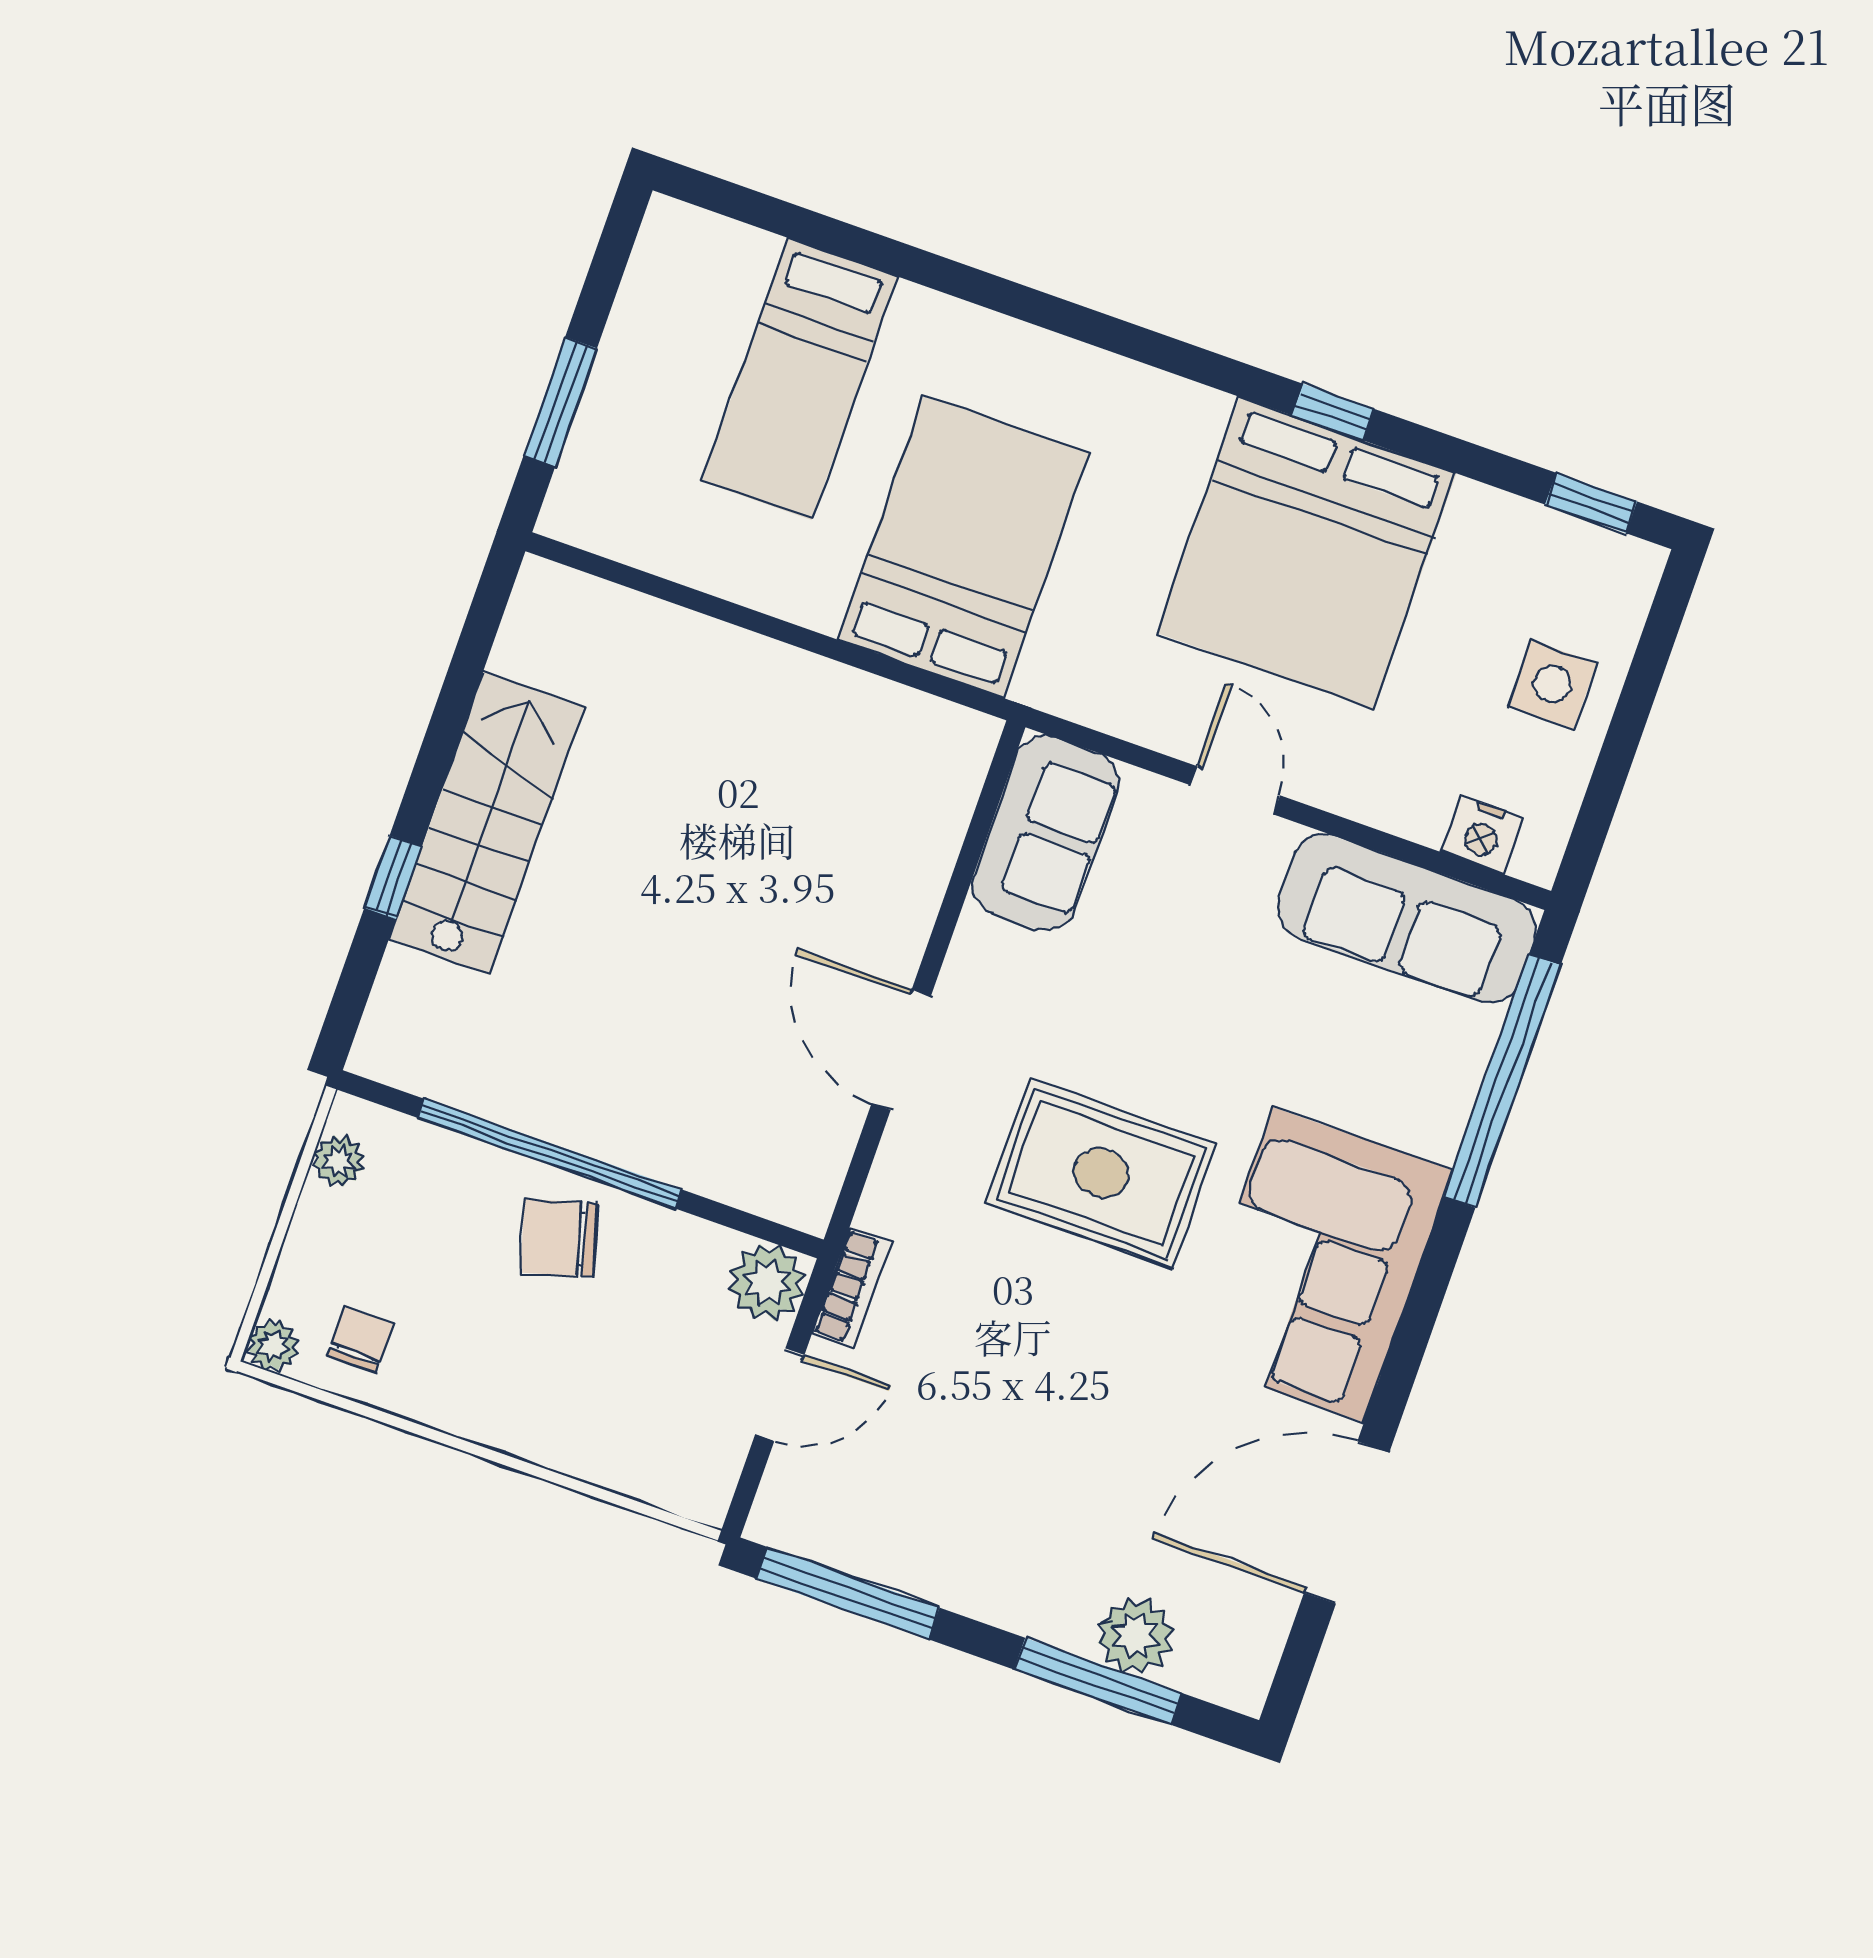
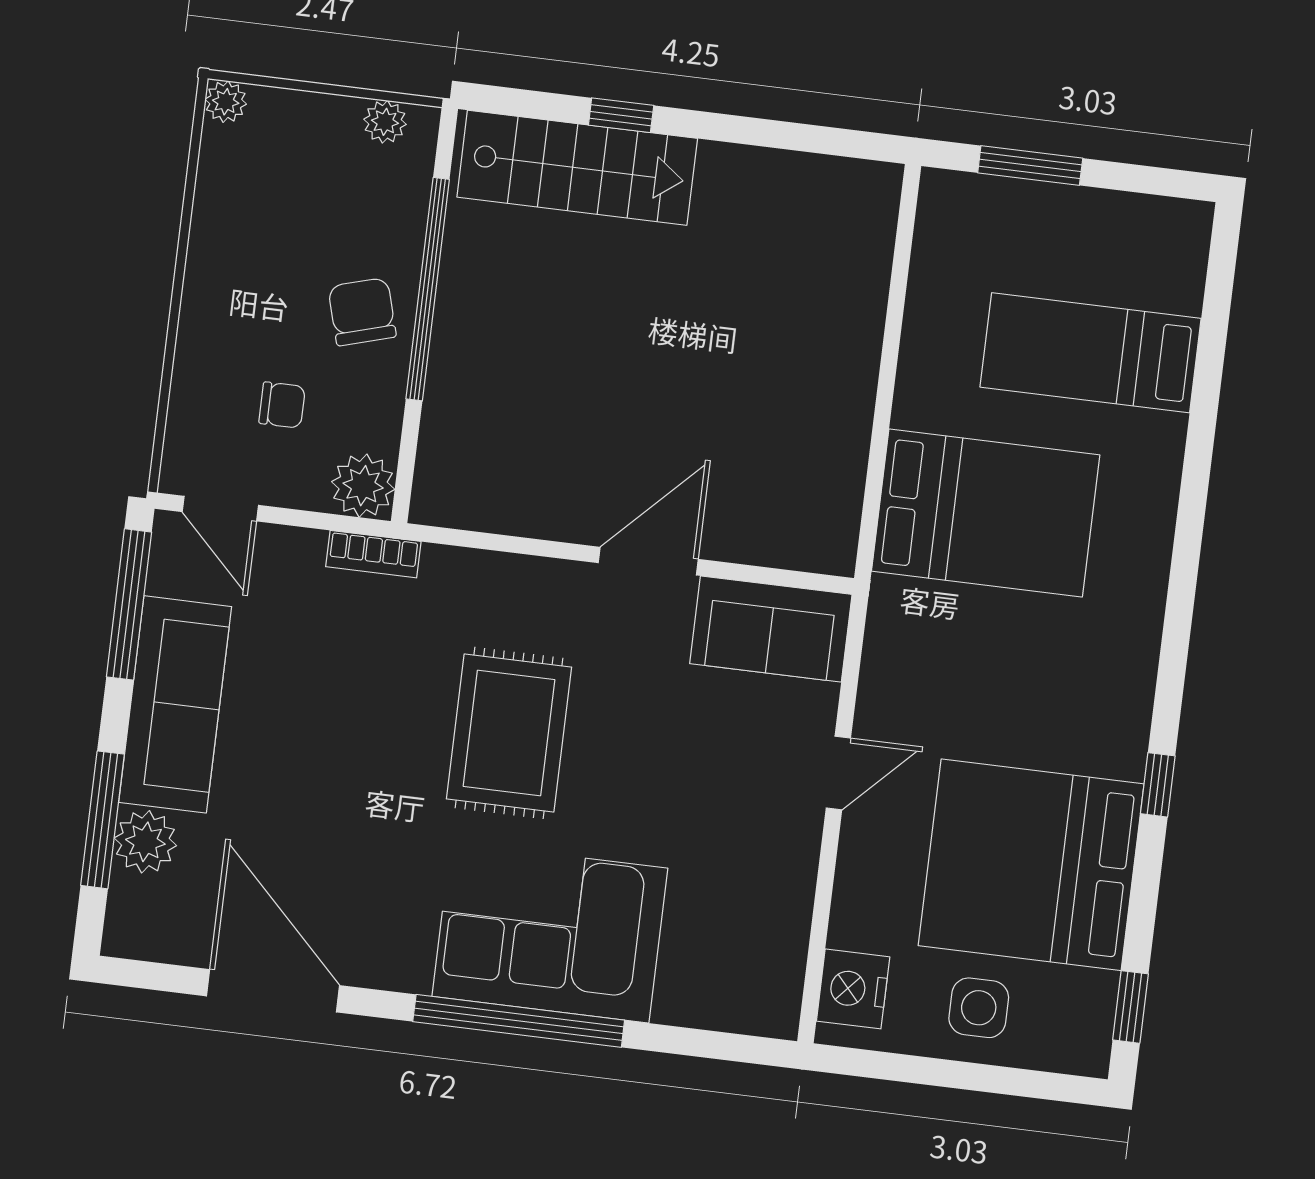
bed: (1307, 553) -> (1031, 865), moved
stairs: (486, 823) -> (577, 168), moved
nightstand: (1482, 835) -> (853, 989), width x1.36, depth x1.33
sofa: (1407, 919) -> (175, 704), moved, turned 180
door: (901, 1050) -> (648, 561), moved
window: (1502, 1081) -> (519, 1021), moved
corner sofa: (1318, 1265) -> (550, 932), moved
chair: (360, 1340) -> (282, 405), moved
door: (780, 1395) -> (220, 509), moved

